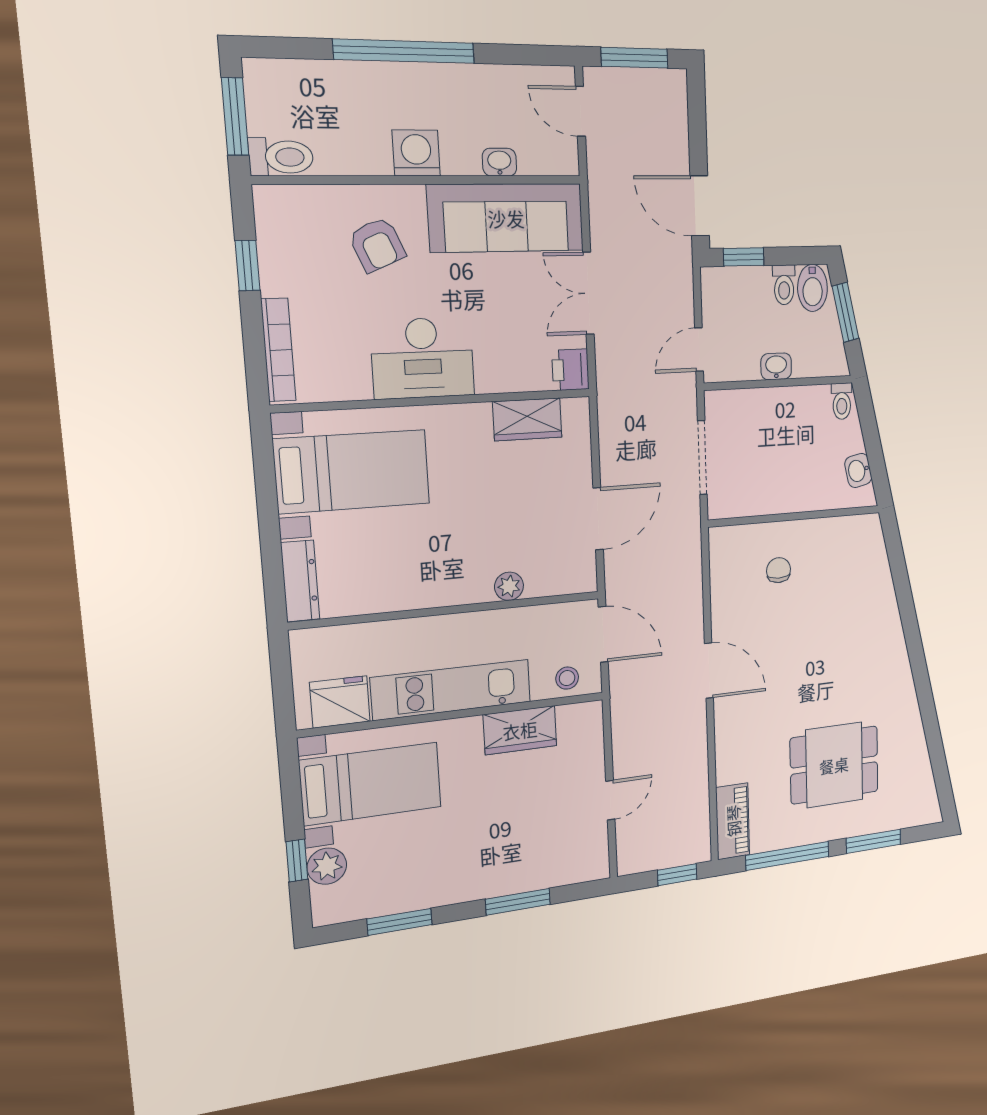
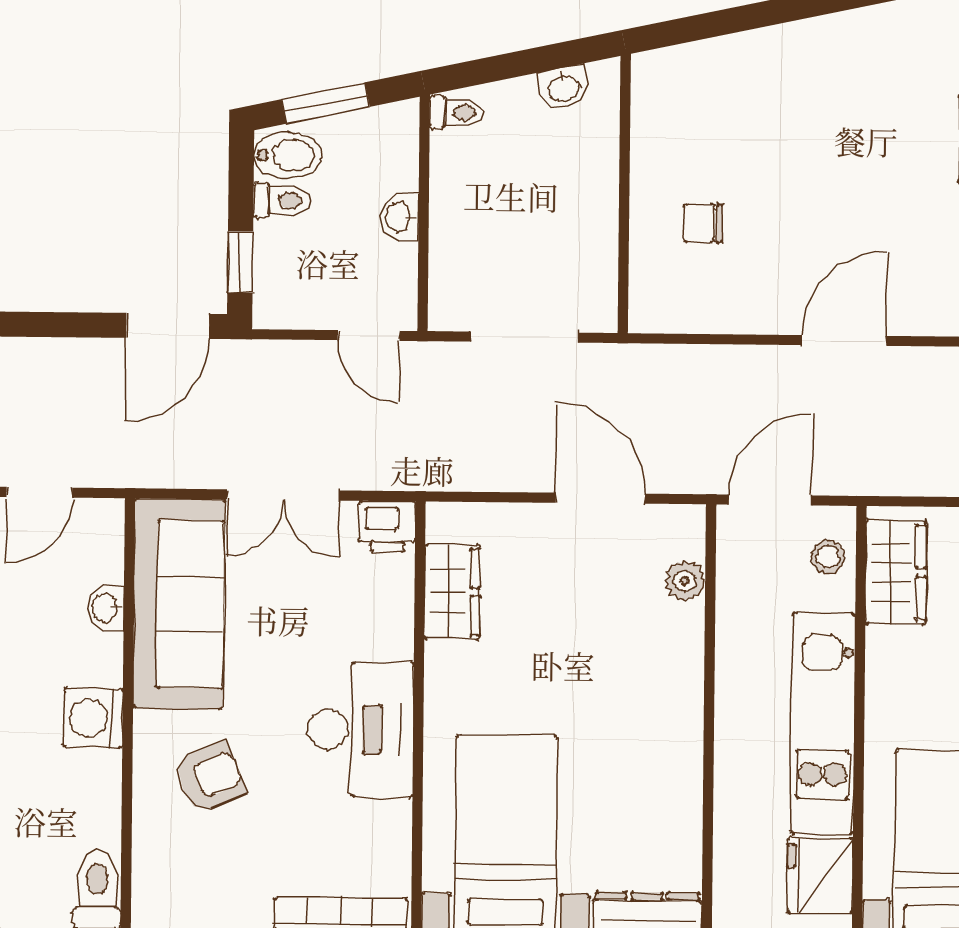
plant: (509, 586) -> (685, 581), moved
wardrobe: (520, 730) -> (896, 572), moved

